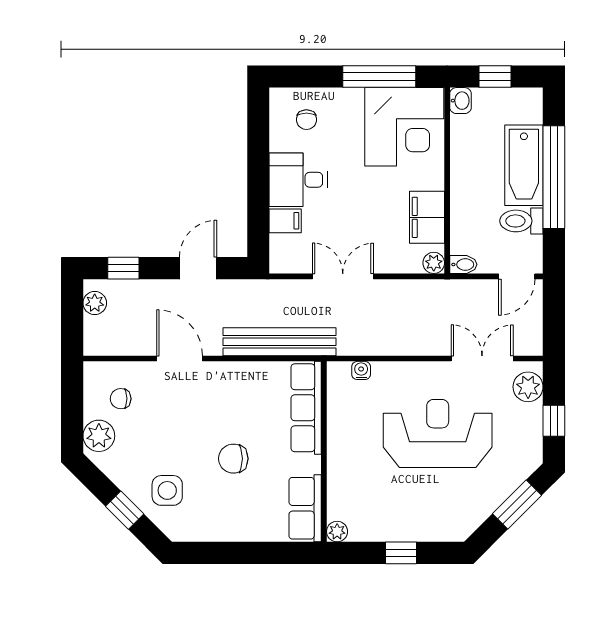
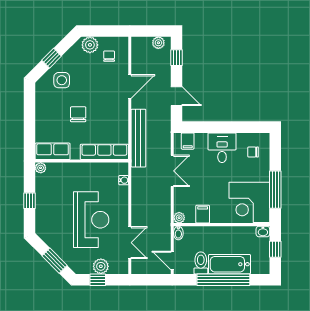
filing cabinet: (427, 217) -> (203, 214), width x0.50
filing cabinet: (285, 221) -> (188, 141), moved
plant: (528, 387) -> (101, 266), moved

